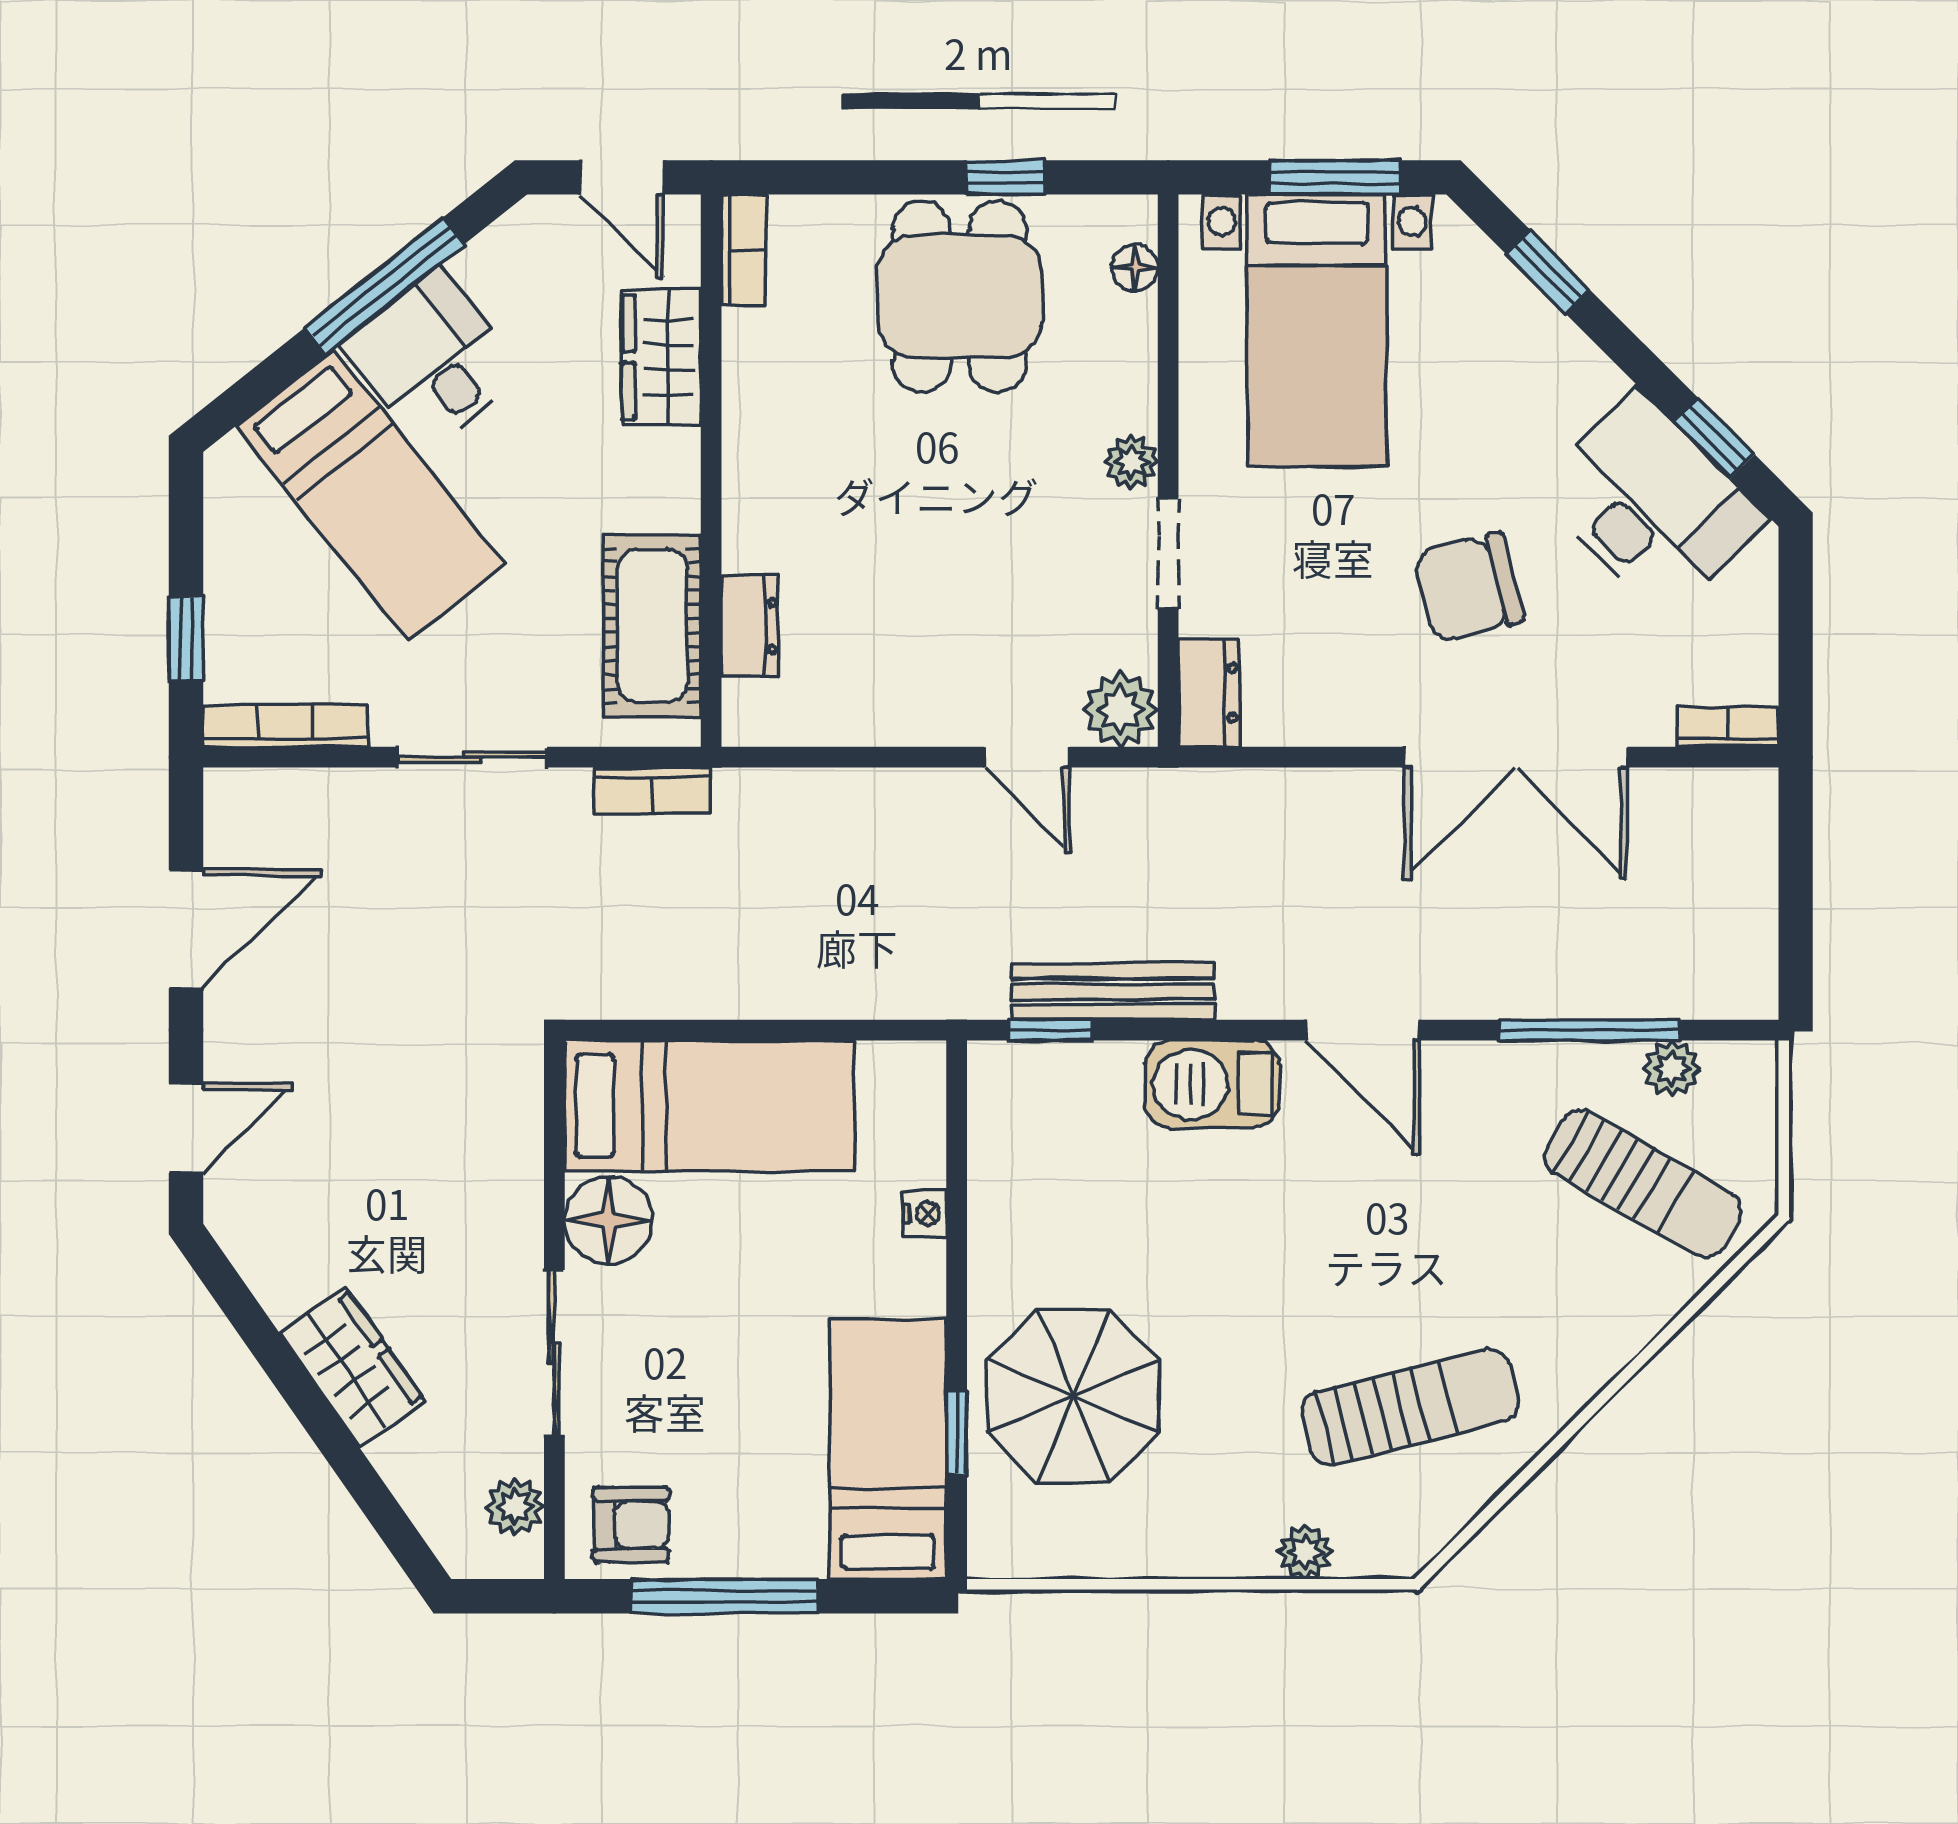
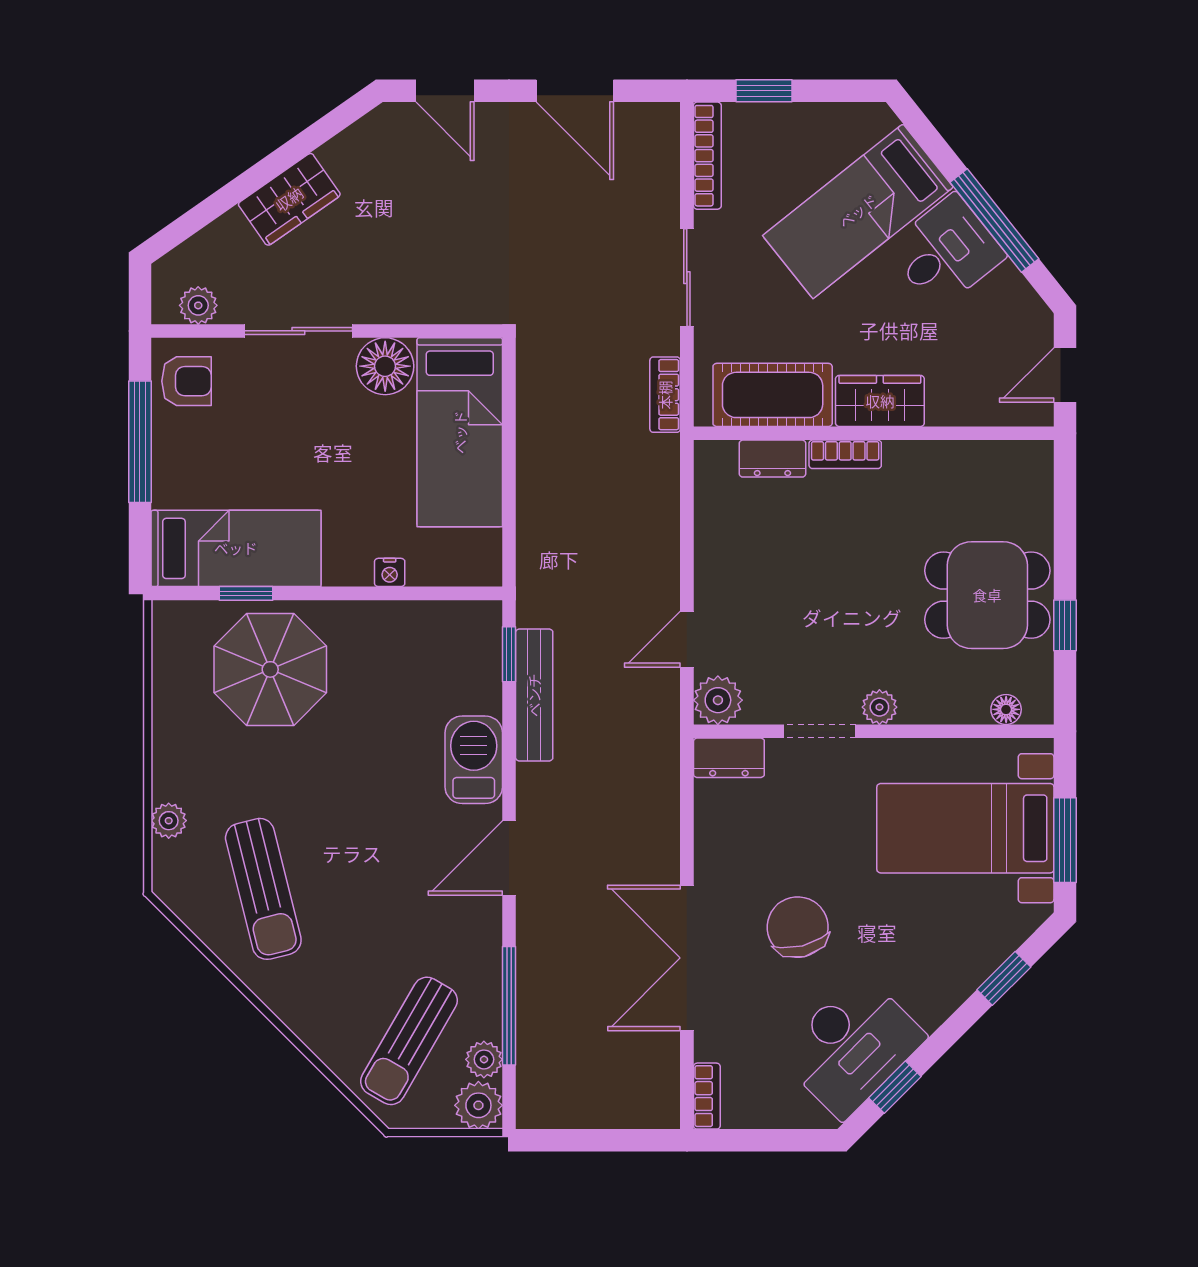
bookcase: (743, 250) -> (845, 454), moved
wardrobe: (662, 357) -> (880, 401), moved
plant: (1742, 1077) -> (478, 1105), added
armchair: (631, 1525) -> (186, 381), turned -90

